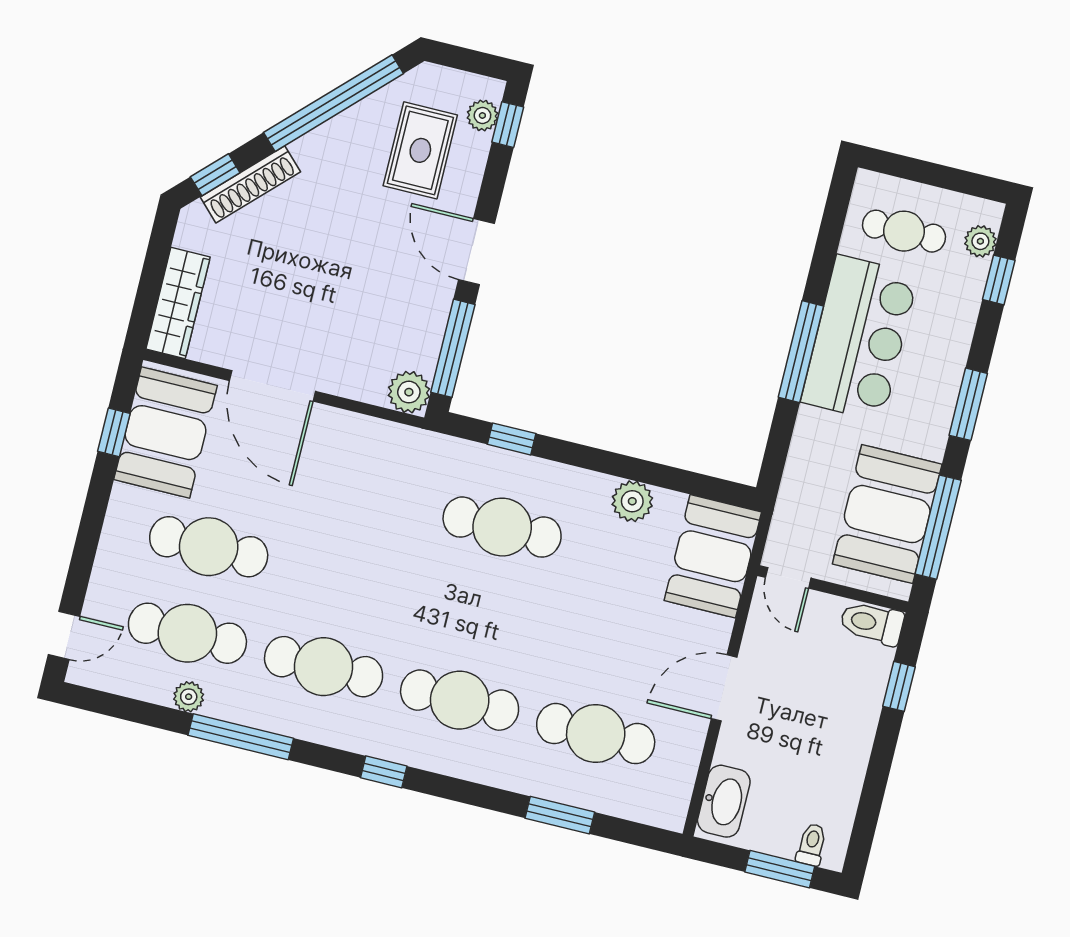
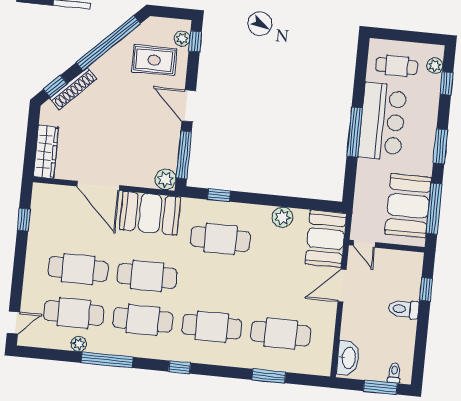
rug: (420, 150) -> (154, 60), turned 90
booth: (165, 433) -> (150, 213), moved, turned 90
cafe table: (345, 580) -> (147, 276), added
toilet: (872, 623) -> (403, 309), moved
door: (724, 688) -> (342, 286), moved

